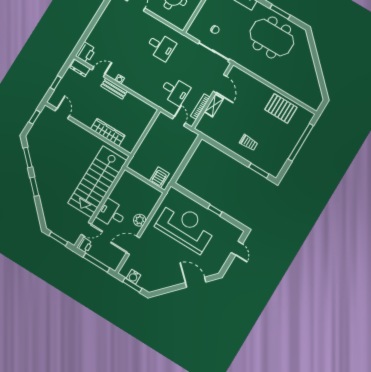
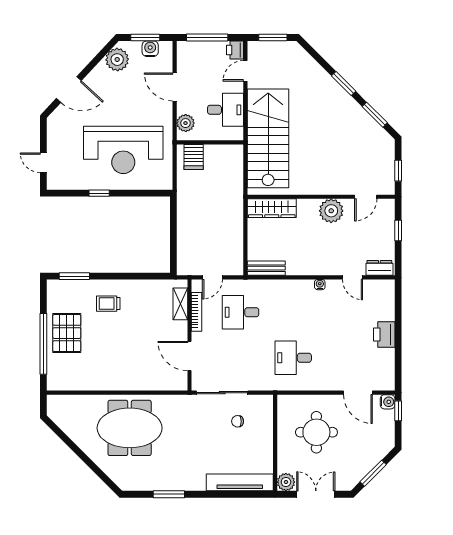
meeting table: (272, 37) -> (130, 428), moved
printer: (86, 52) -> (384, 335), moved
door: (99, 72) -> (352, 277), hinge flipped
bench: (114, 89) -> (266, 268), moved
shelving: (214, 105) -> (180, 304), moved
pallet: (281, 108) -> (67, 333), moved, turned 90
door: (62, 113) -> (366, 197), hinge flipped
plant: (87, 117) -> (331, 211), added
door: (179, 121) -> (212, 277), hinge flipped
wardrobe: (108, 132) -> (272, 208), moved
server rack: (159, 177) -> (194, 157), moved
wall: (145, 180) -> (210, 142), moved
door: (133, 245) -> (175, 87), swing flipped
plant: (157, 282) -> (117, 60), added

